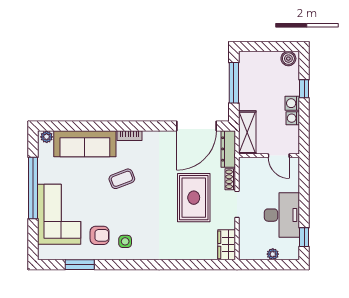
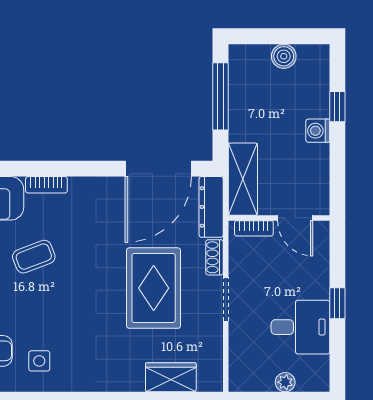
boiler: (288, 59) -> (284, 56), moved
washing machine: (293, 118) -> (318, 156), removed
bookcase: (254, 162) -> (254, 228), added
desk: (282, 215) -> (300, 327), width x0.73
window: (304, 237) -> (337, 303), moved
wardrobe: (227, 245) -> (171, 377), moved, turned 90

